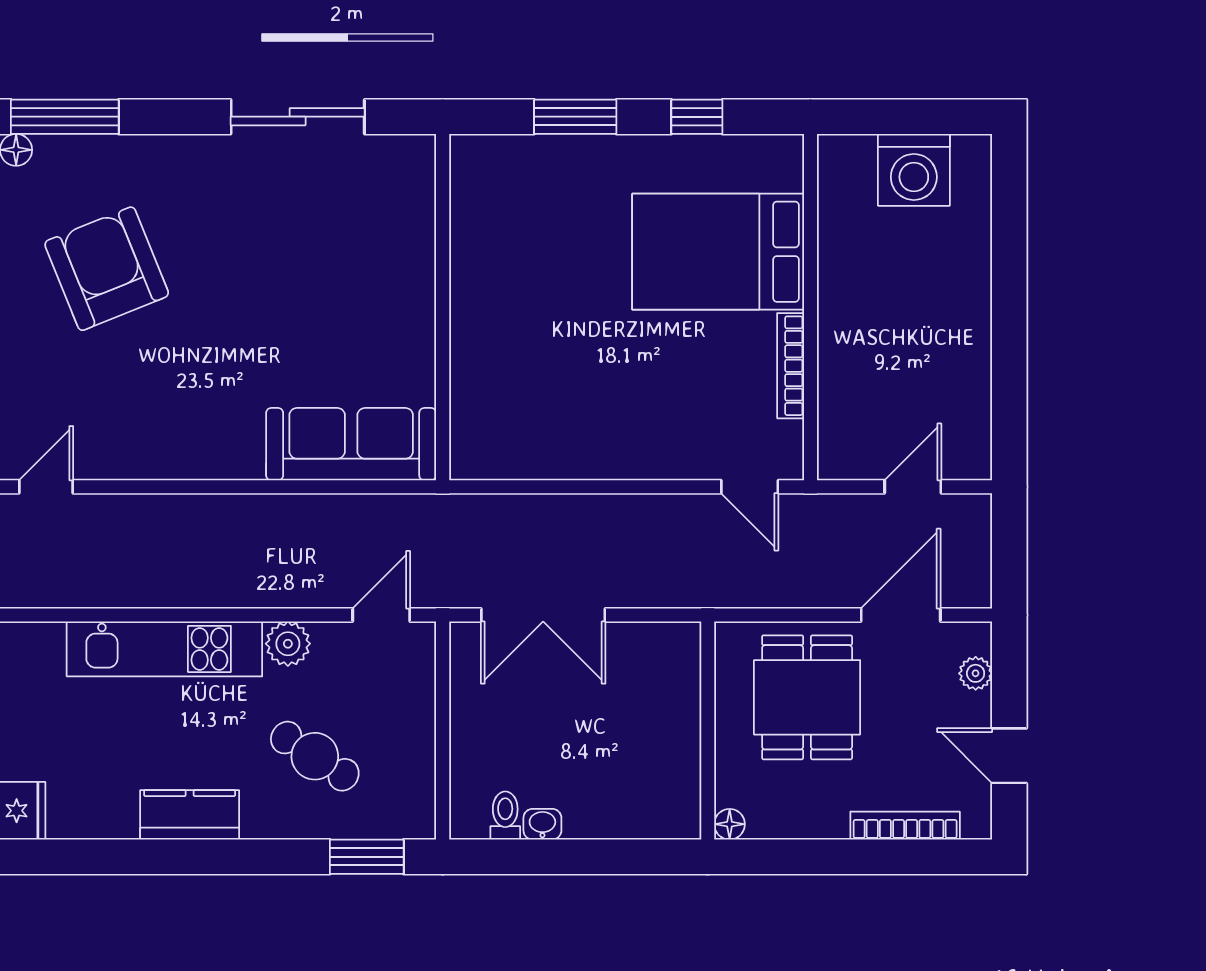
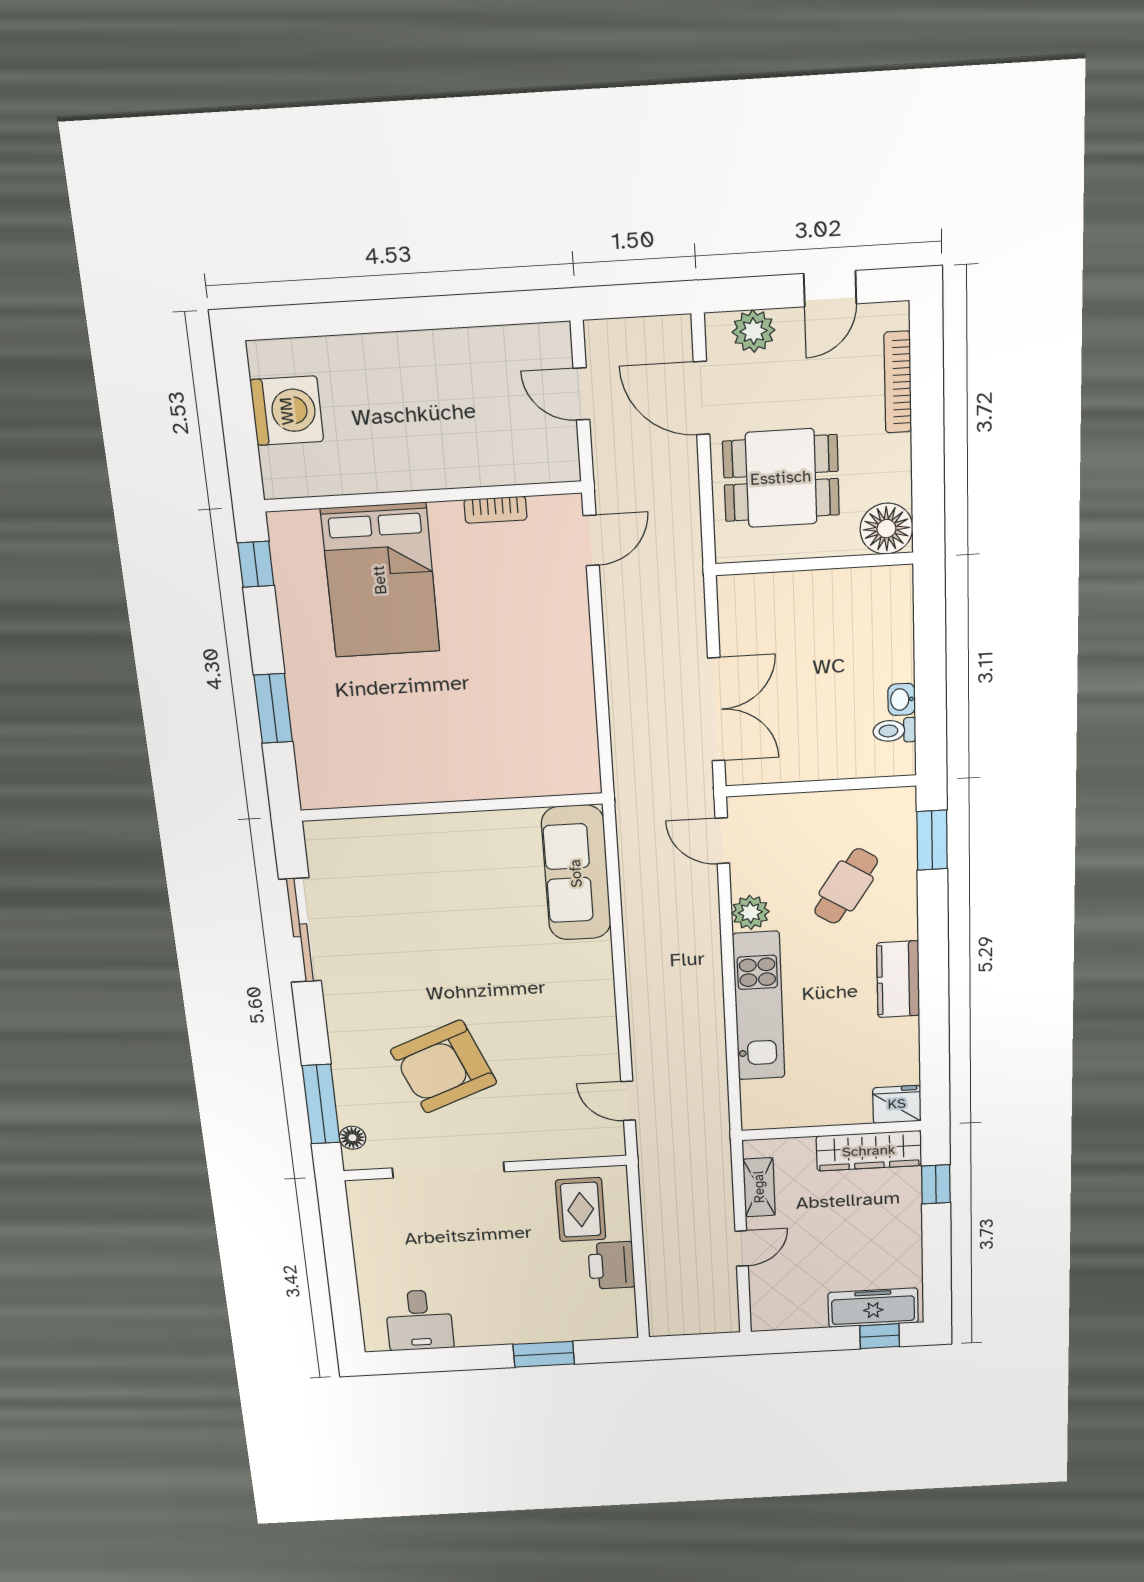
window: (697, 117) -> (256, 564), moved
bookcase: (791, 366) -> (495, 510), width x0.64
plant: (976, 673) -> (753, 331), width x1.38, depth x1.38
floor lamp: (730, 824) -> (886, 529), width x1.89, depth x1.89

